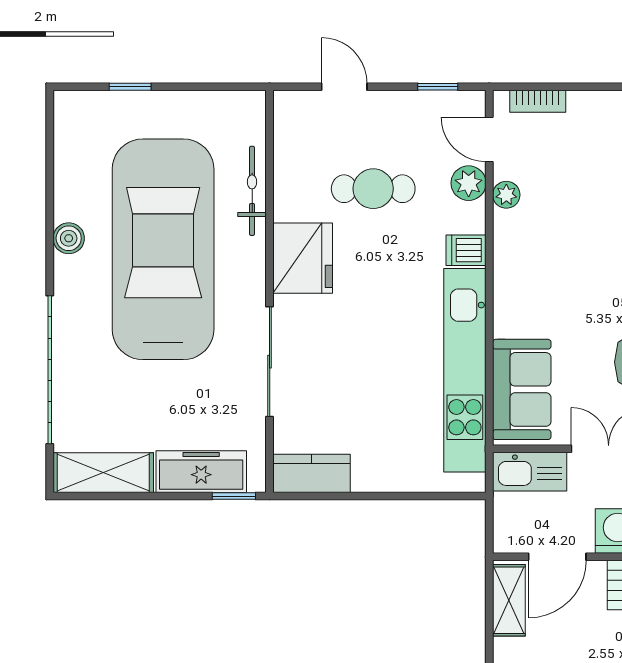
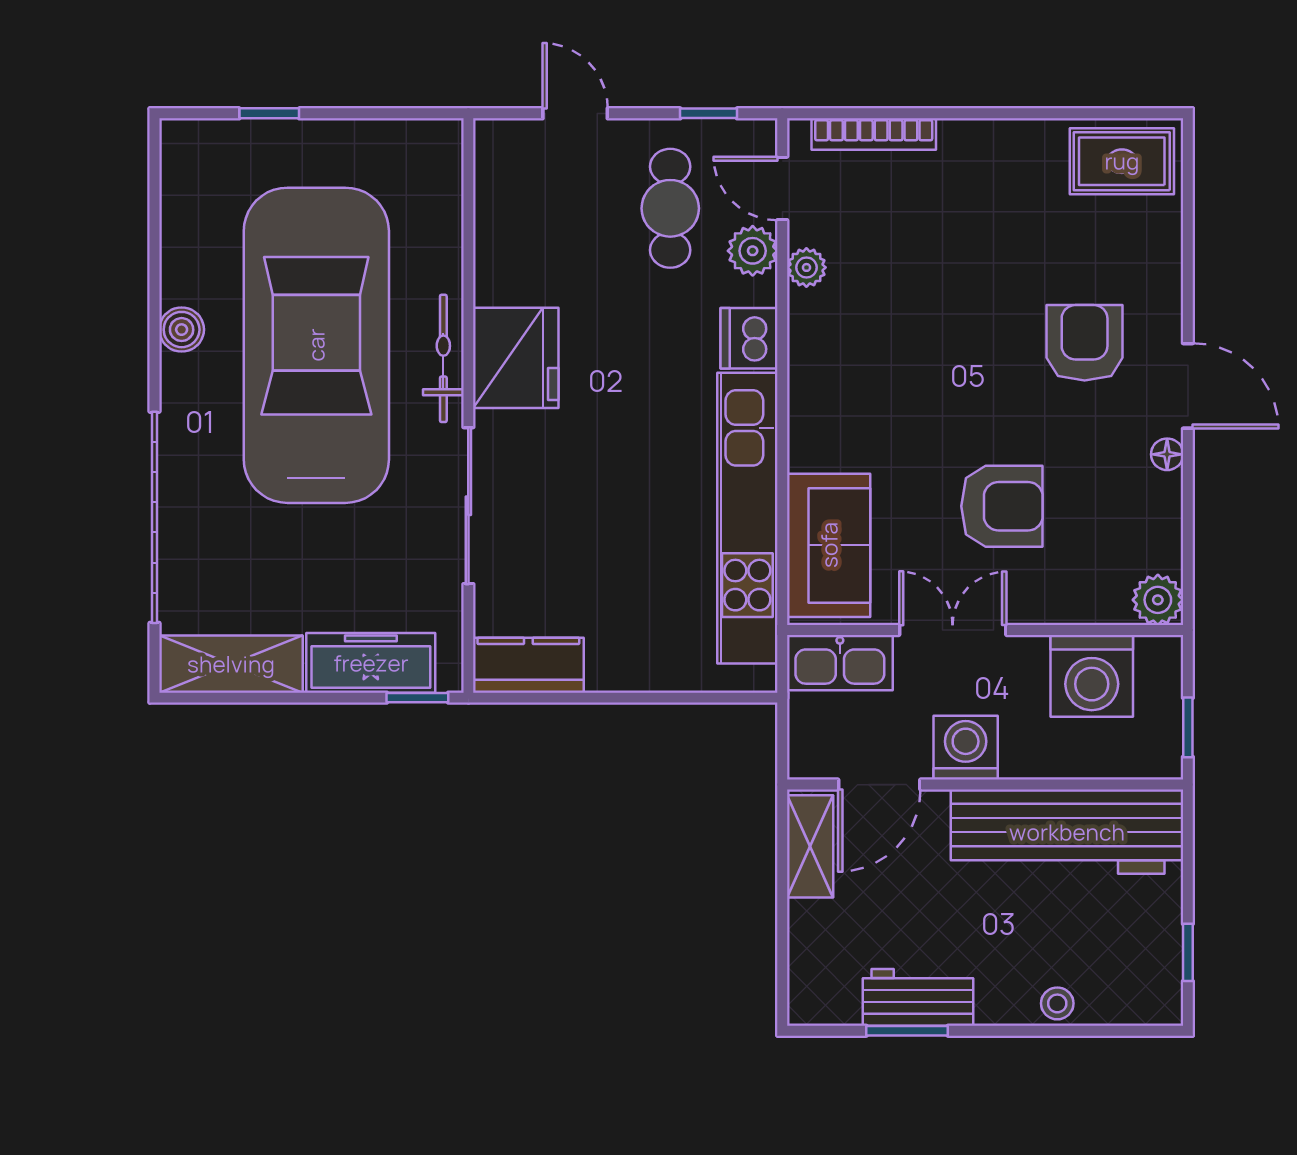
bookcase: (538, 101) -> (874, 134), width x1.56
cafe table: (373, 189) -> (670, 208), moved, turned 90
bicycle: (252, 191) -> (443, 358), moved
dishwasher: (466, 250) -> (749, 338), width x1.38

